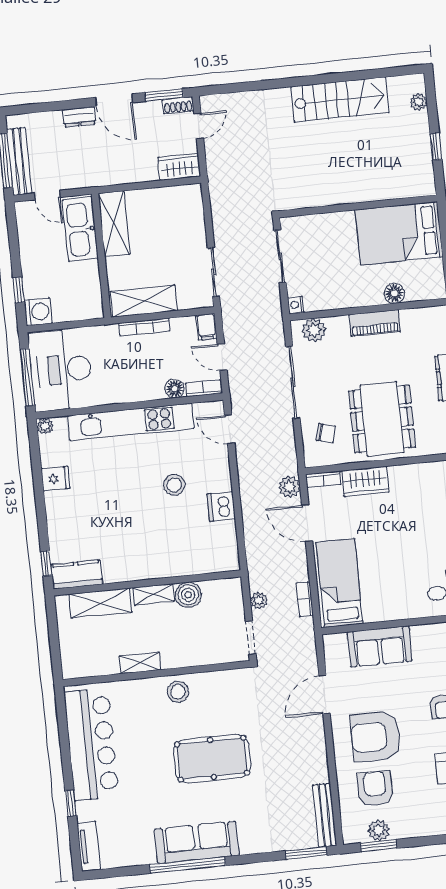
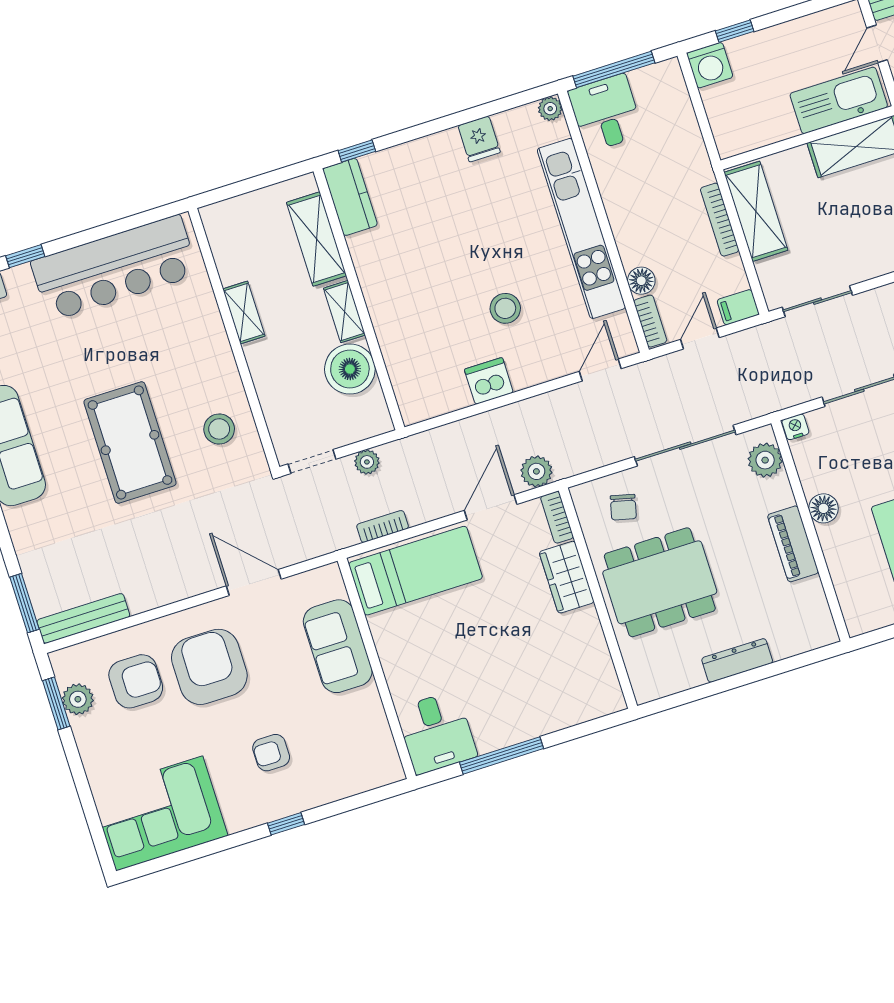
floor lamp: (394, 293) -> (823, 508), moved
desk: (61, 370) -> (606, 113), width x0.53, depth x0.77
boiler: (188, 595) -> (350, 369), width x1.37, depth x1.37
stool: (178, 692) -> (219, 429), moved

